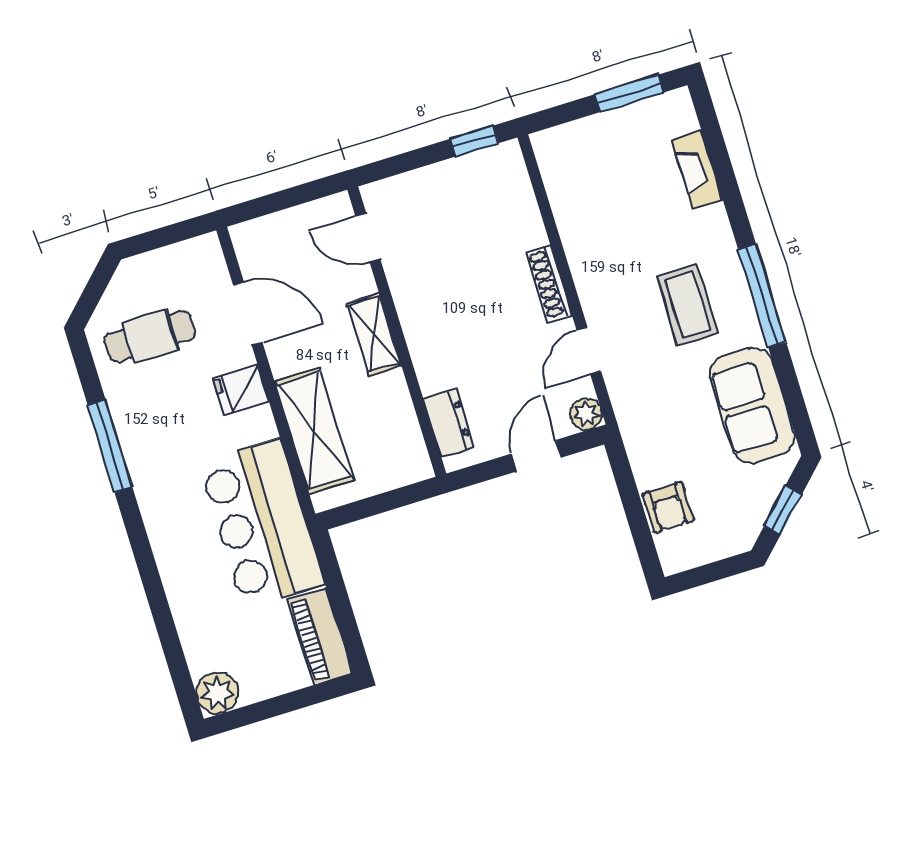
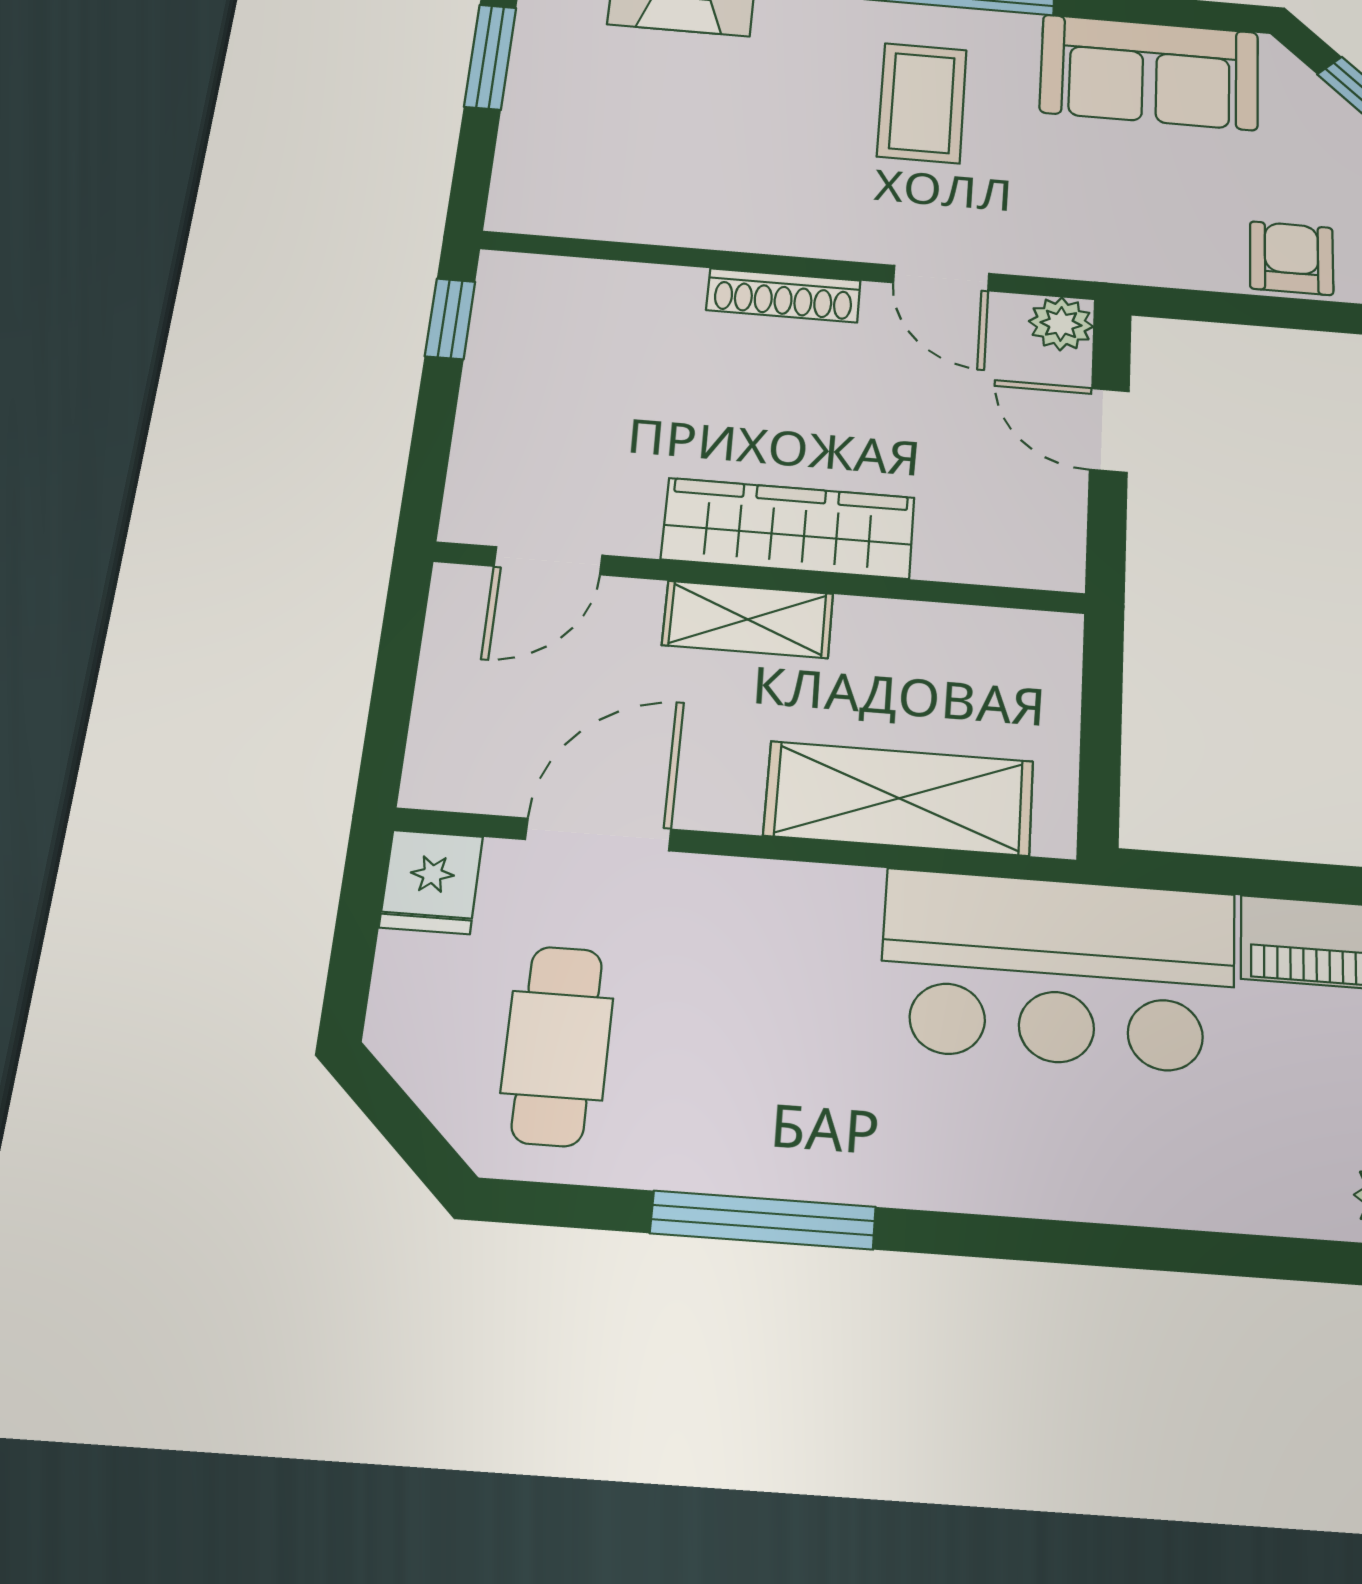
coffee table: (687, 305) -> (922, 103), turned 90
wardrobe: (427, 334) -> (788, 528), added
fridge: (241, 390) -> (431, 882), moved
dresser: (449, 423) -> (983, 553), removed
armchair: (668, 507) -> (1291, 258), turned -90

